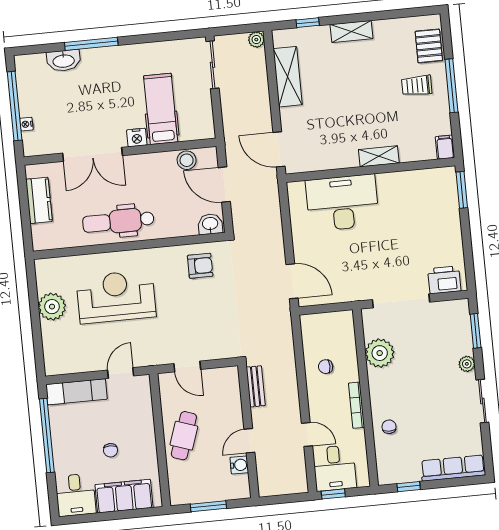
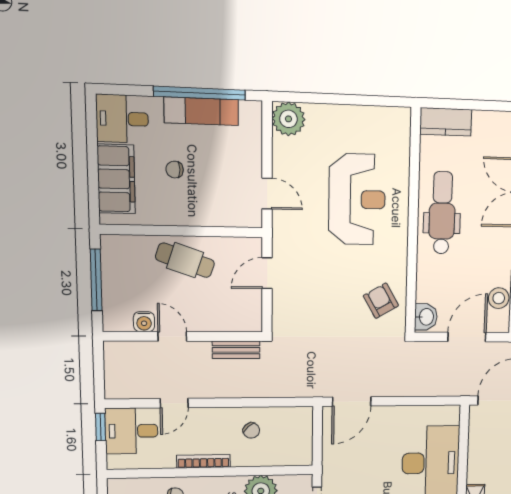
kitchen counter: (39, 200) -> (446, 122), moved
armchair: (200, 266) -> (381, 301), turned 150
plant: (52, 307) -> (288, 119), moved
chair: (326, 367) -> (251, 430), turned 138
exam couch: (76, 392) -> (201, 111), moved, turned -90
window: (208, 506) -> (96, 280), width x1.44

